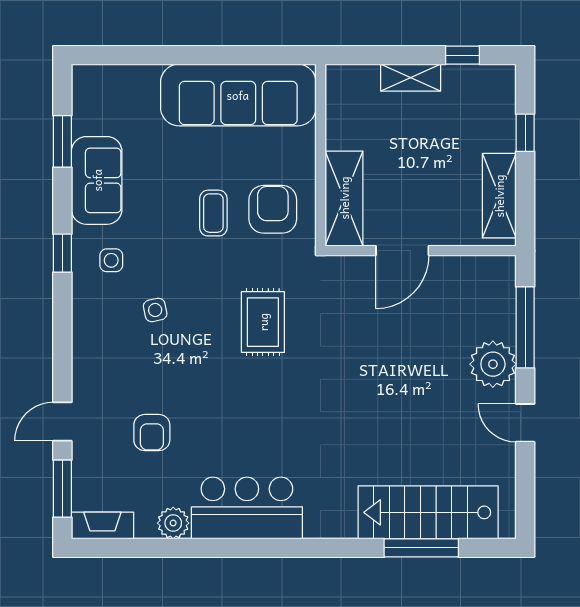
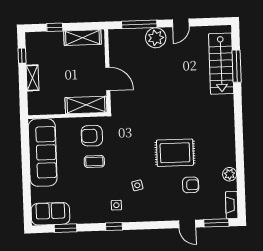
sofa: (97, 180) -> (50, 214), moved
rug: (263, 322) -> (175, 153), moved, width x1.36, depth x1.43
bar counter: (247, 508) -> (222, 142), removed

